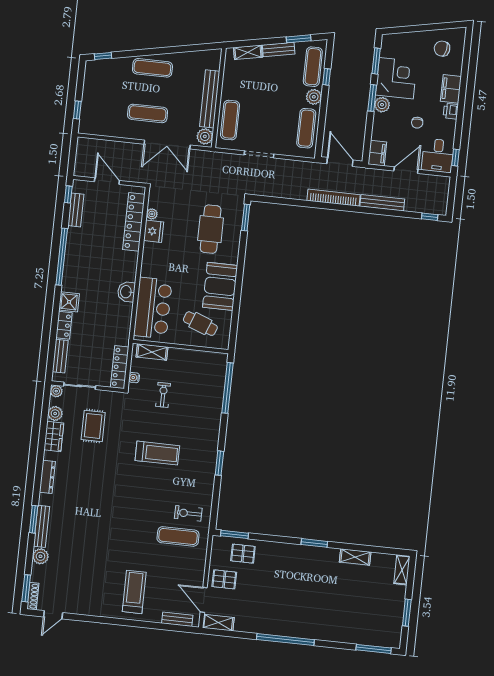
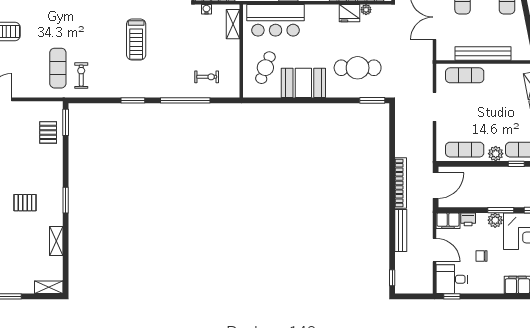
printer: (451, 111) -> (468, 219), moved, turned 180
plant: (205, 136) -> (446, 53), removed
window: (227, 388) -> (185, 100), moved
exercise bike: (163, 395) -> (207, 77), moved
pallet: (224, 579) -> (25, 203), moved, turned 90

